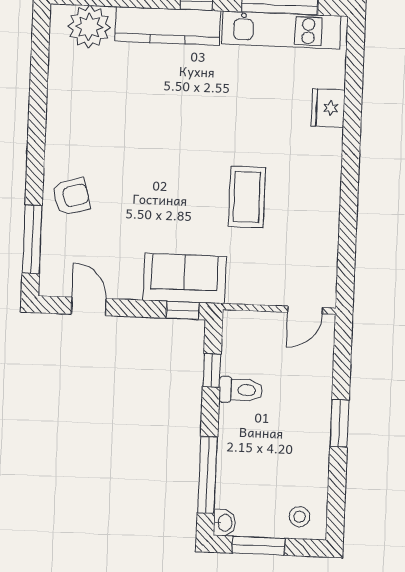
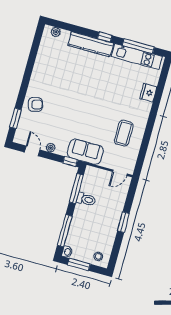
plant: (89, 27) -> (56, 32), width x0.53, depth x0.53
coffee table: (247, 197) -> (124, 133), moved
window: (32, 239) -> (15, 118), width x0.69
sofa: (185, 278) -> (85, 152), moved
plant: (130, 289) -> (51, 148), added
window: (212, 370) -> (76, 189), width x2.17

